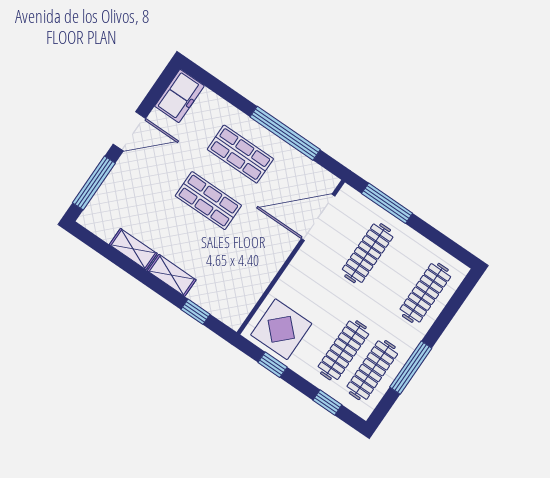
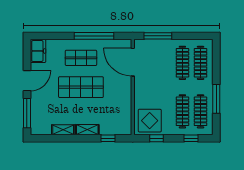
shop shelf: (208, 201) -> (81, 87), width x1.43, depth x1.36
door: (318, 217) -> (133, 62), hinge flipped
clothes rail: (368, 253) -> (182, 63), moved

